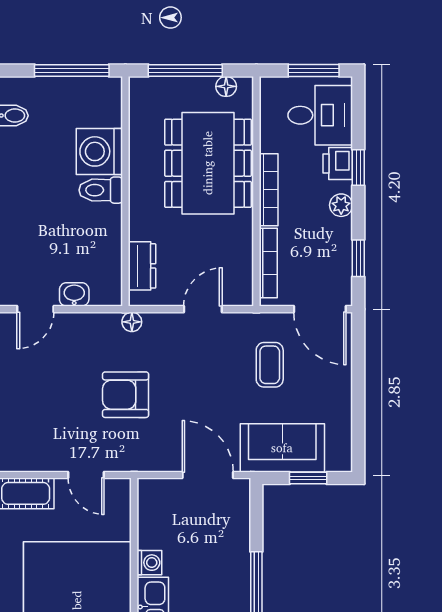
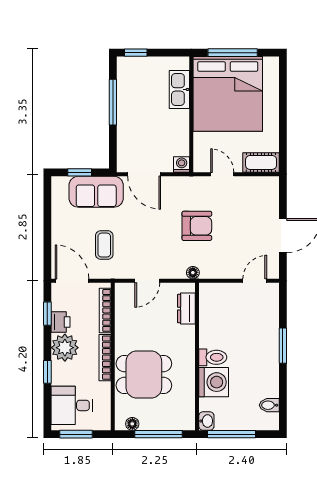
dining table: (208, 163) -> (144, 375), width x0.73
printer: (338, 164) -> (61, 322), moved
plant: (341, 205) -> (65, 348), width x1.88, depth x1.88
washbasin: (74, 294) -> (206, 421), moved, turned -90
washing machine: (149, 563) -> (182, 164), moved, turned 90

